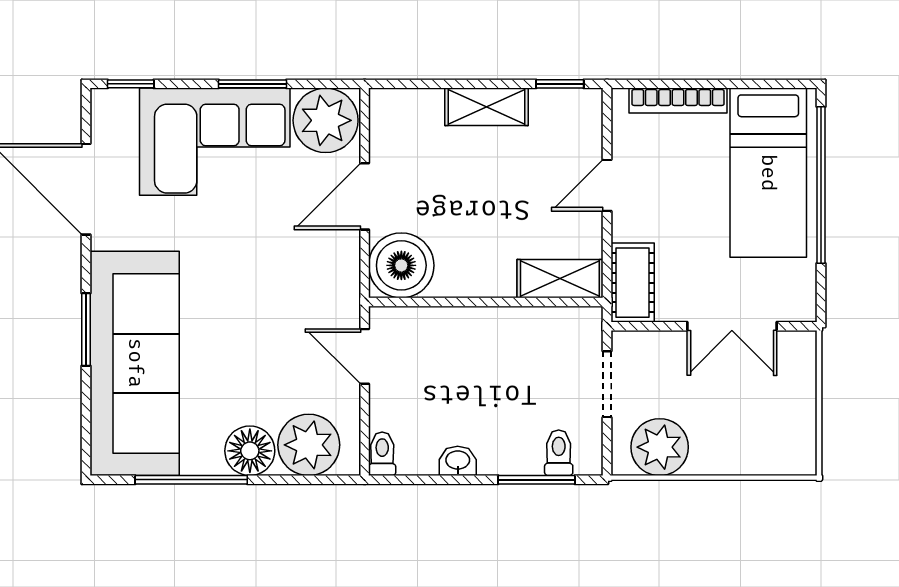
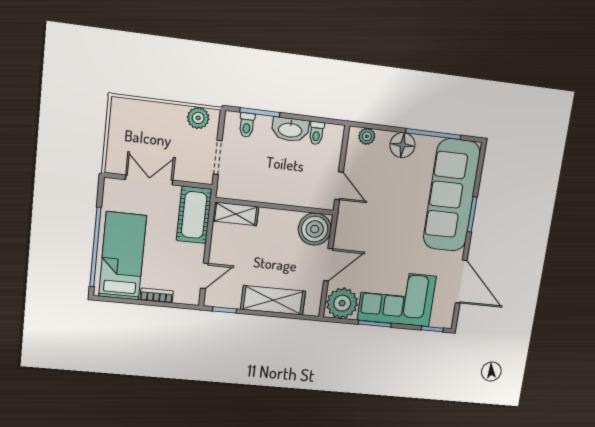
bookcase: (678, 101) -> (157, 295), width x0.64
shelving: (487, 107) -> (273, 300), width x1.50, depth x1.33
door: (607, 185) -> (204, 276), moved
cot: (633, 283) -> (194, 215), width x1.37, depth x1.34
plant: (309, 445) -> (367, 136), width x0.53, depth x0.53
plant: (660, 447) -> (198, 118), width x0.73, depth x0.73
toilet: (382, 454) -> (316, 133), moved
washbasin: (458, 461) -> (290, 130), width x1.91, depth x1.45

